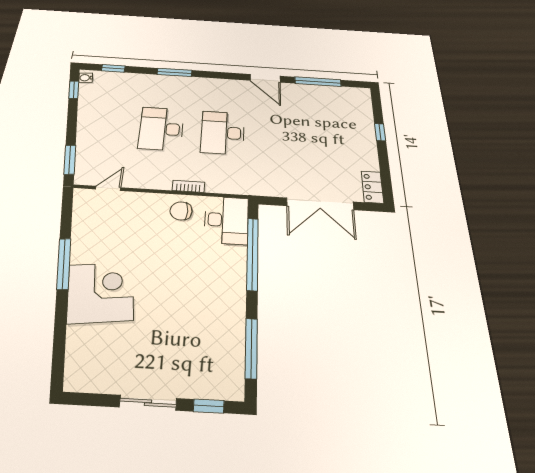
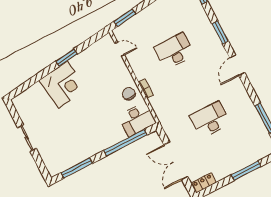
door: (265, 78) -> (237, 65), moved
window: (380, 132) -> (246, 171), width x2.17
desk: (223, 133) -> (210, 120), moved
window: (64, 264) -> (67, 58), width x0.69
window: (209, 406) -> (40, 164), removed

